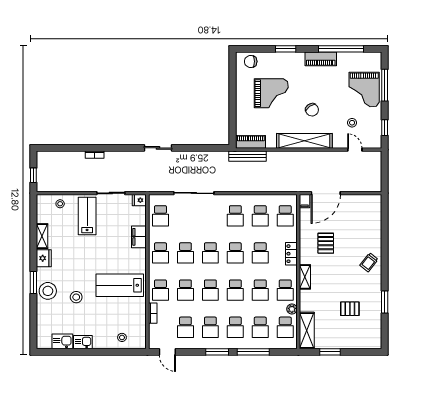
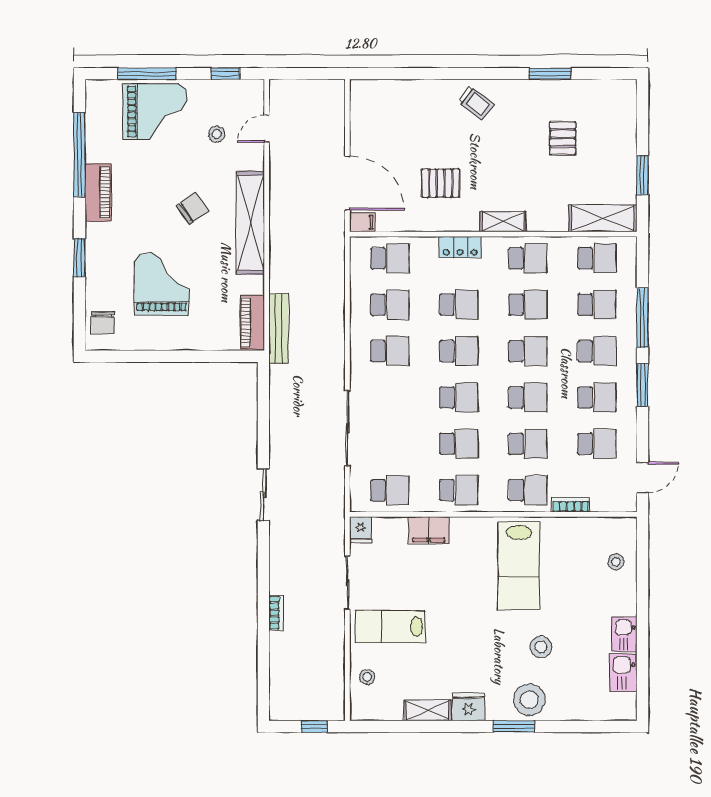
plant: (292, 309) -> (563, 246), removed

